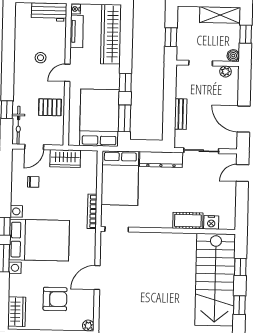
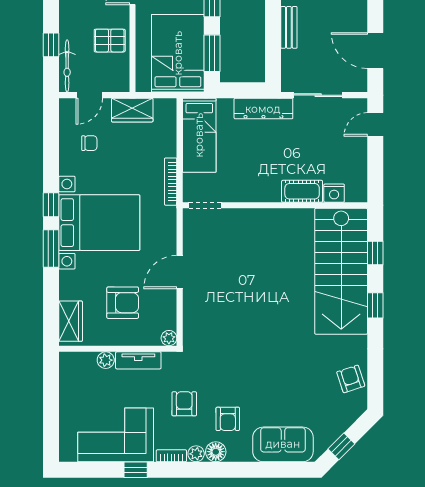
bench: (181, 114) -> (289, 27), moved
bed: (120, 178) -> (199, 135), width x0.67

